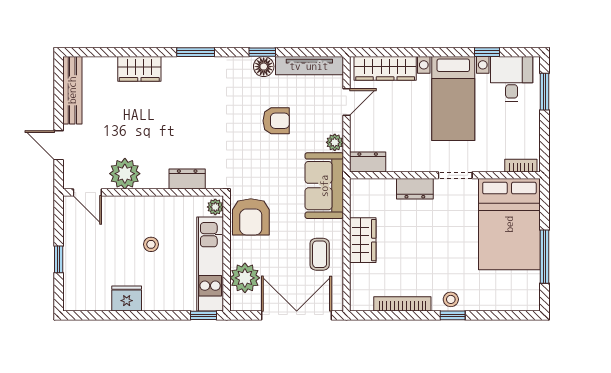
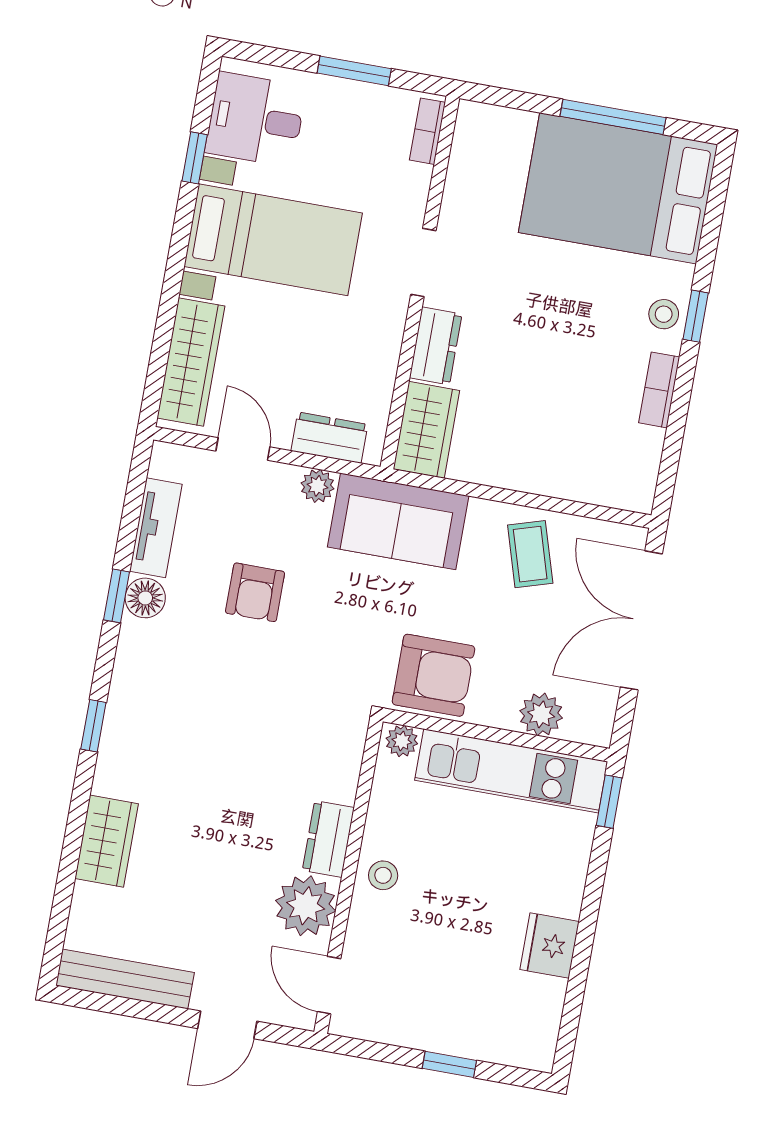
window: (196, 52) -> (93, 726), width x0.67
tv unit: (309, 66) -> (156, 528), width x0.71
window: (544, 92) -> (354, 71), moved
armchair: (276, 121) -> (255, 592), turned 180
dresser: (368, 162) -> (329, 438), moved, turned 90
dresser: (187, 179) -> (328, 839), moved
door: (87, 192) -> (329, 985), swing flipped
bed: (509, 224) -> (618, 188), moved, turned 180
wardrobe: (363, 240) -> (426, 430), moved, turned 90
stool: (151, 244) -> (383, 875), moved
coffee table: (320, 254) -> (530, 554), turned 73
plant: (245, 278) -> (541, 714), width x0.73, depth x0.73
bookcase: (402, 304) -> (659, 390), width x0.64

